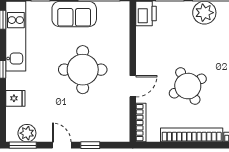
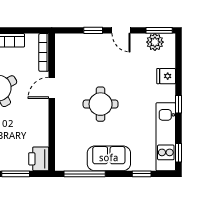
round table: (83, 70) -> (101, 104), width x0.73, depth x0.73

